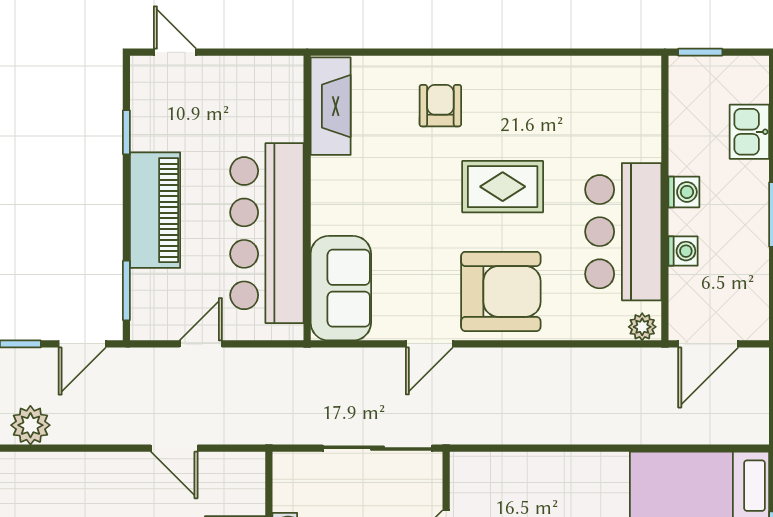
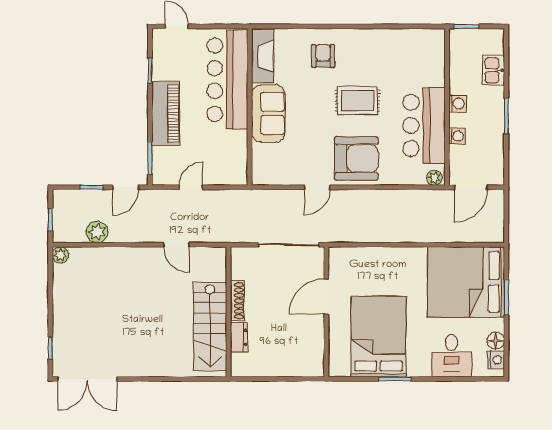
bar counter: (267, 233) -> (227, 80), moved
sofa: (341, 288) -> (268, 113), moved

